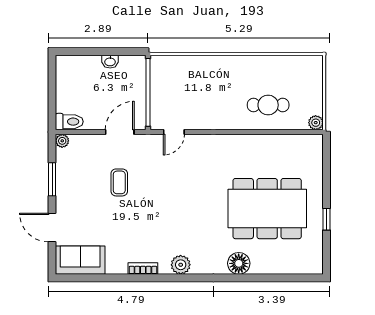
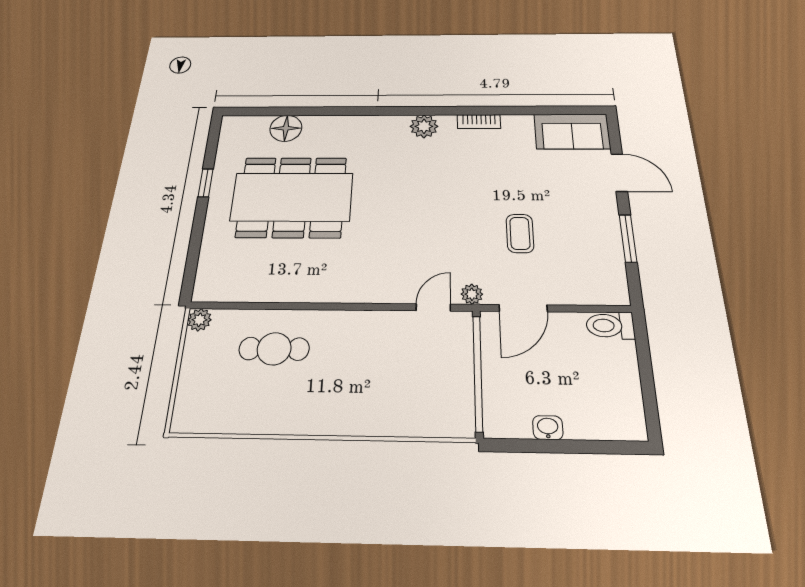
plant: (62, 141) -> (472, 294), moved
floor lamp: (239, 263) -> (286, 128), moved

